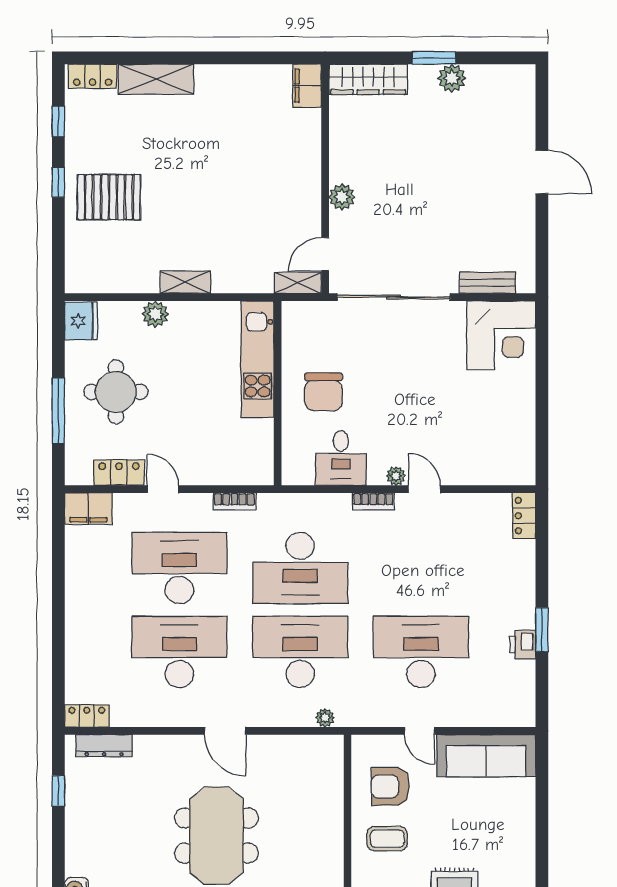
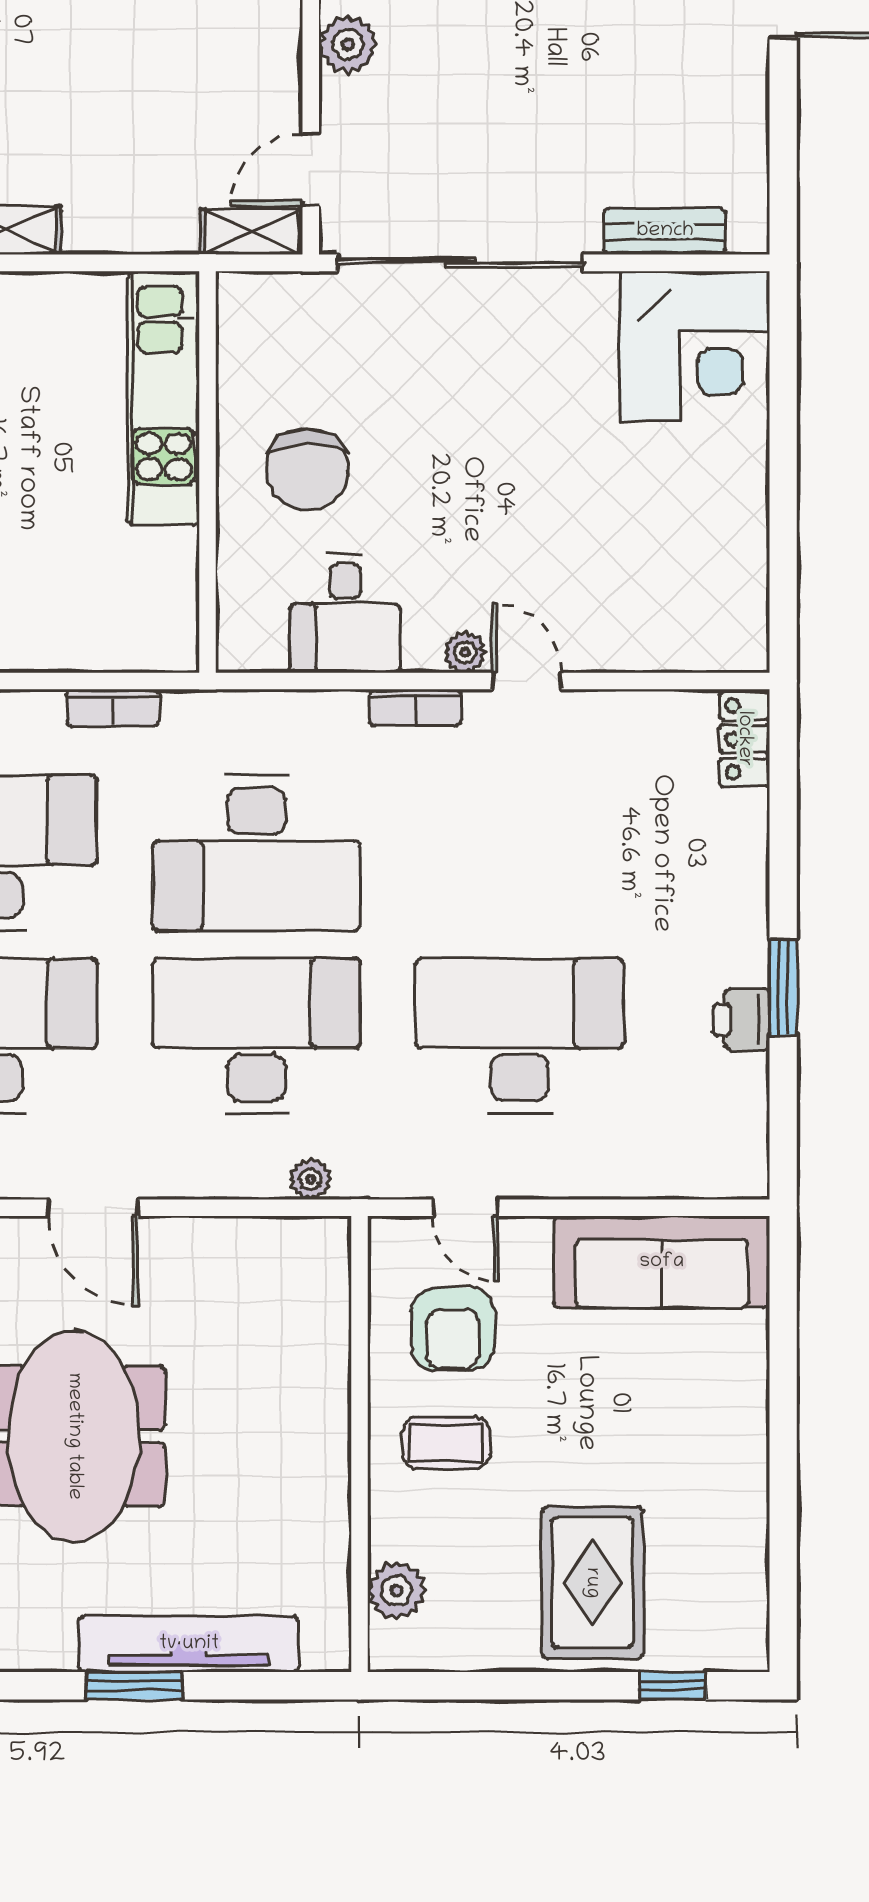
door: (420, 731) -> (465, 1208), moved
armchair: (390, 786) -> (453, 1329), turned -90

